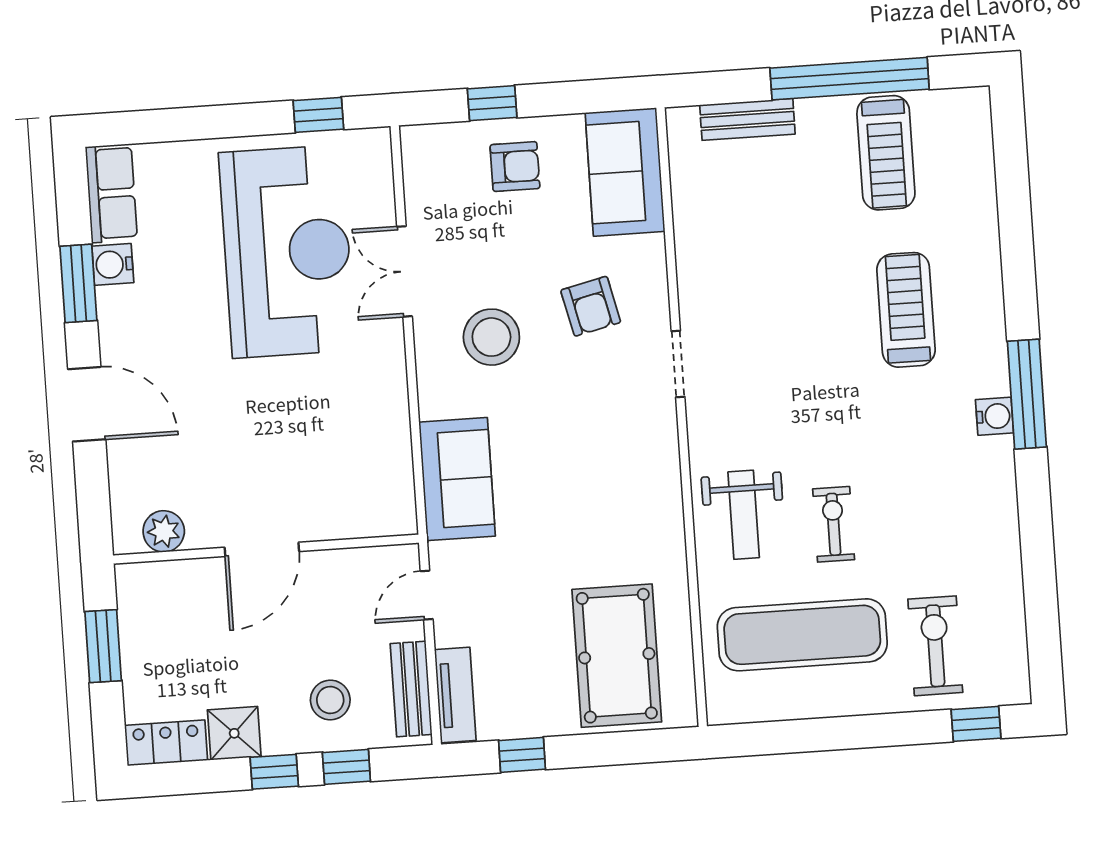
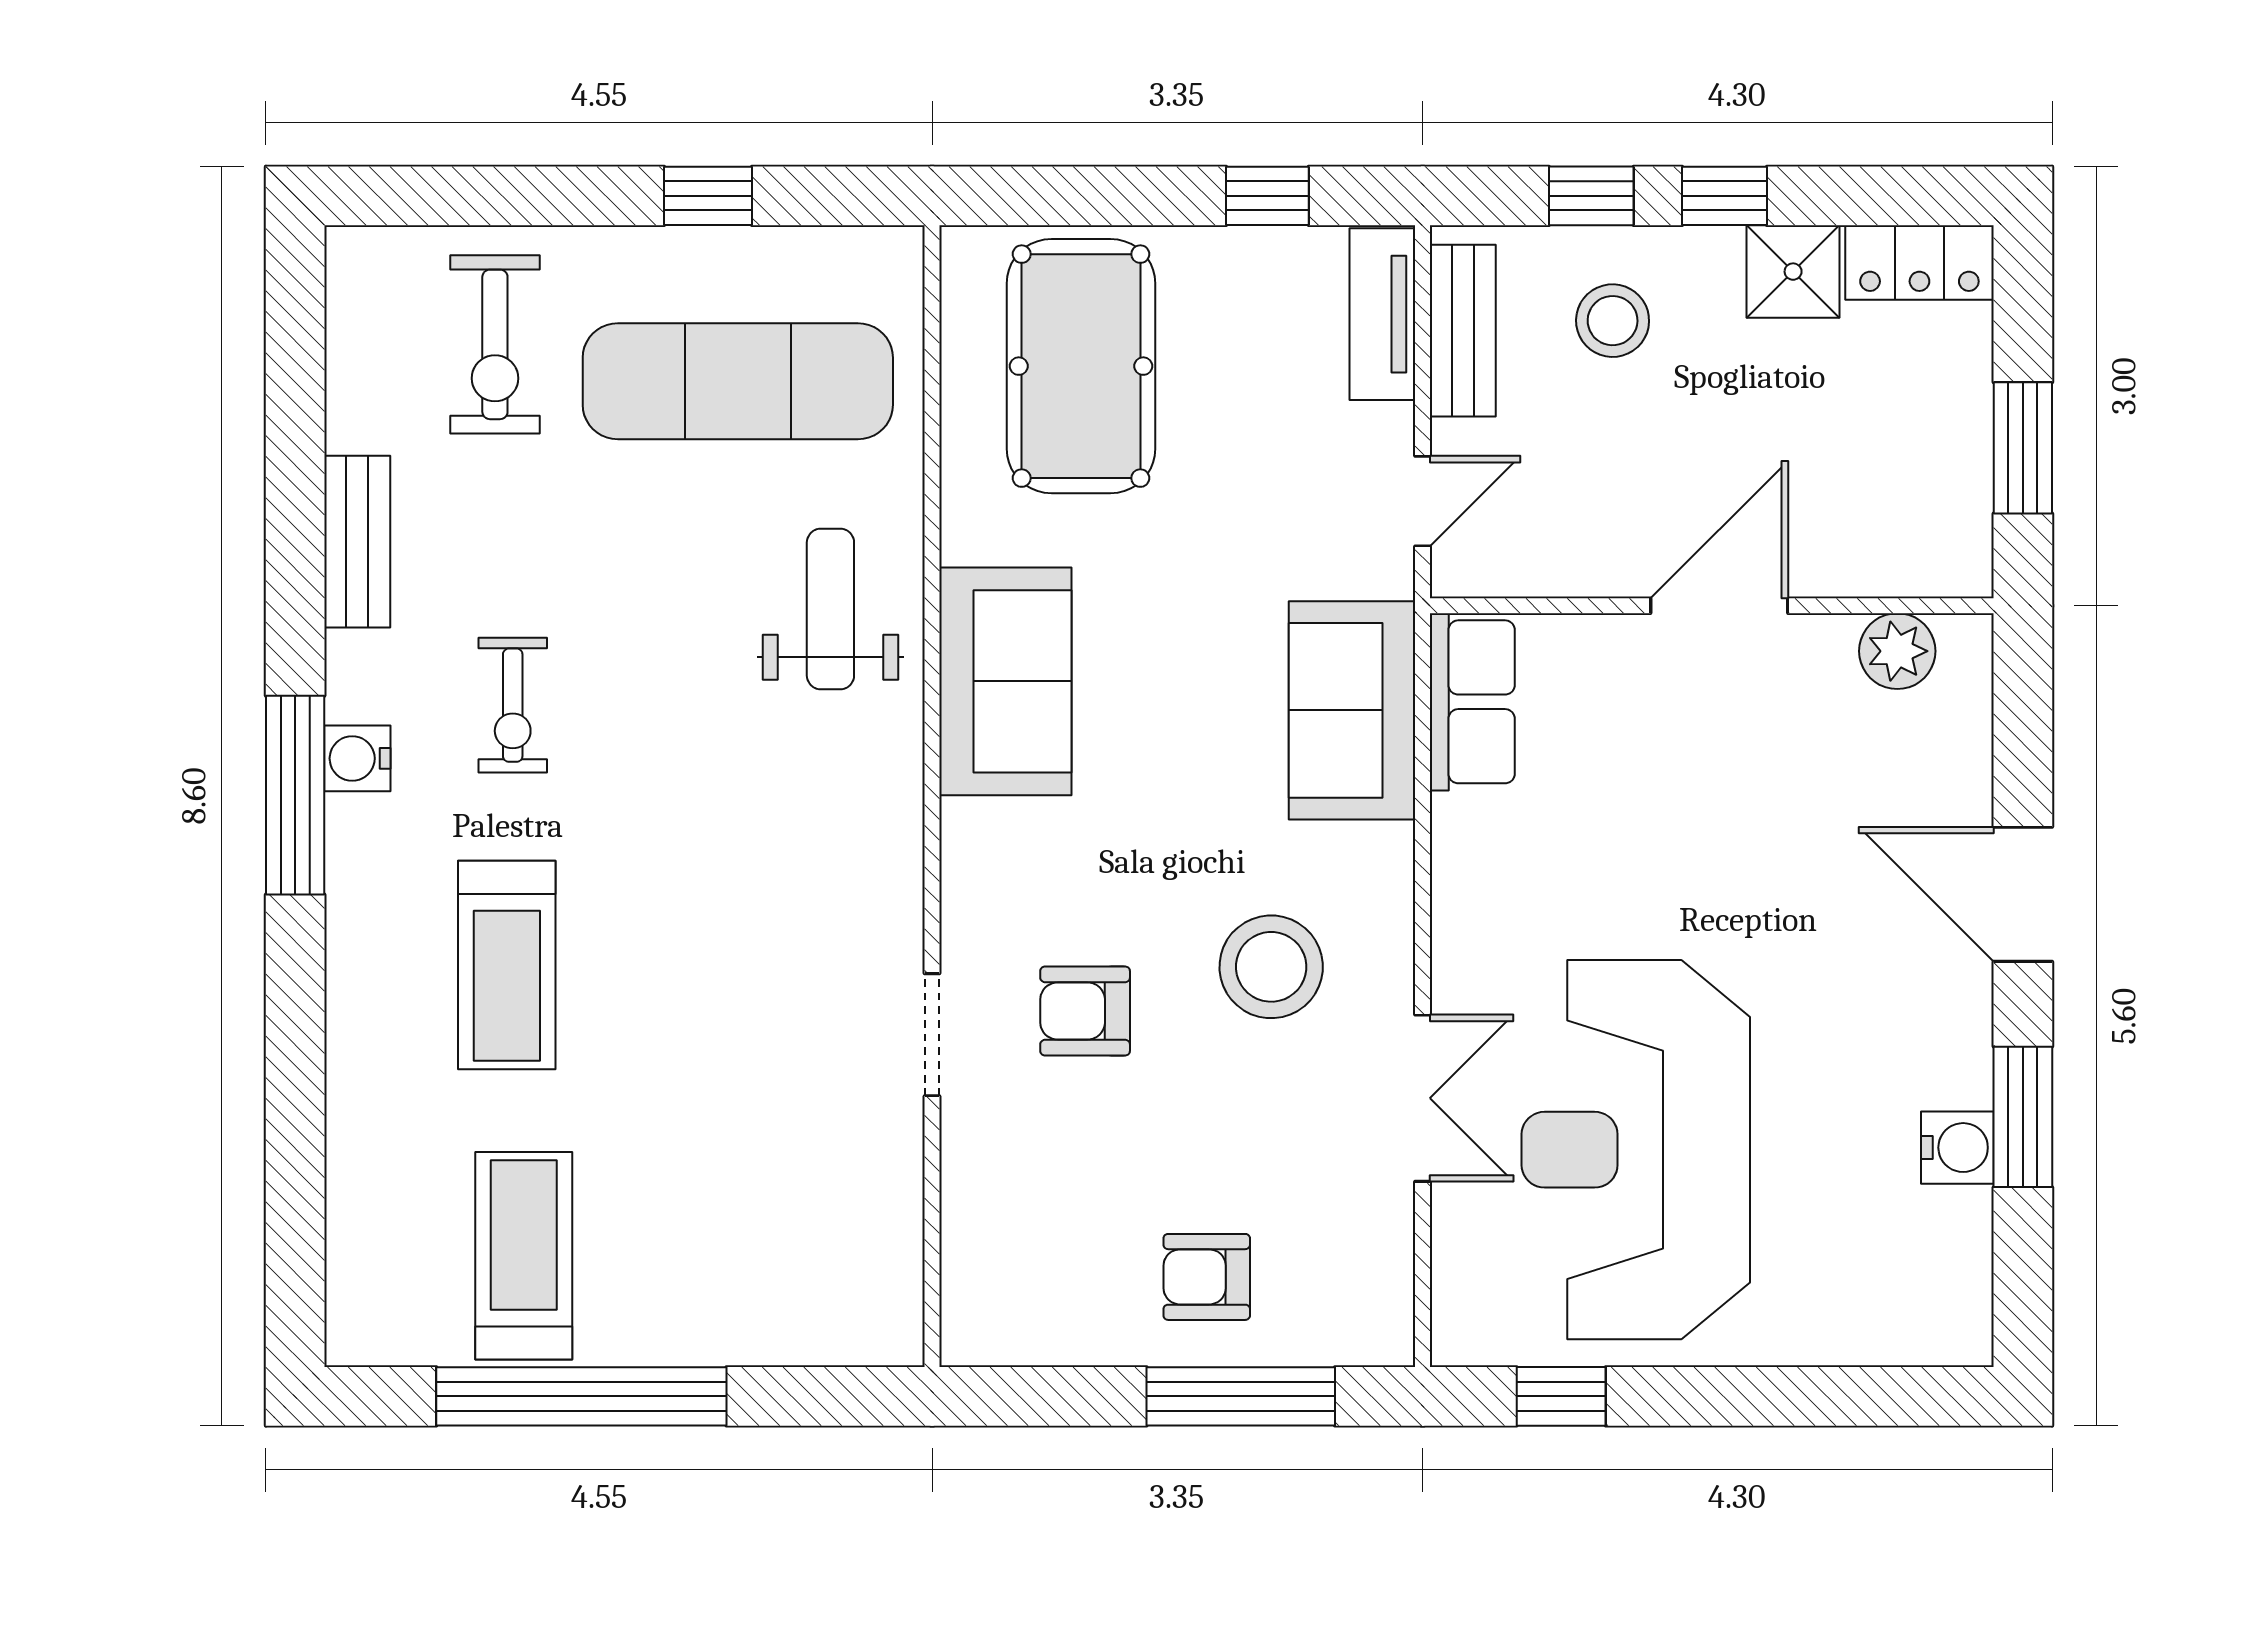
window: (492, 103) -> (1241, 1396), width x2.17
bench: (747, 119) -> (357, 542), moved, turned 90
sofa: (625, 172) -> (1005, 681), moved
row of seats: (111, 193) -> (1472, 702), moved, turned 180
armchair: (591, 306) -> (1085, 1011), turned -77
doorway: (678, 364) -> (932, 1035), moved
exercise bike: (834, 524) -> (513, 705), moved
window: (976, 724) -> (708, 196), moved

